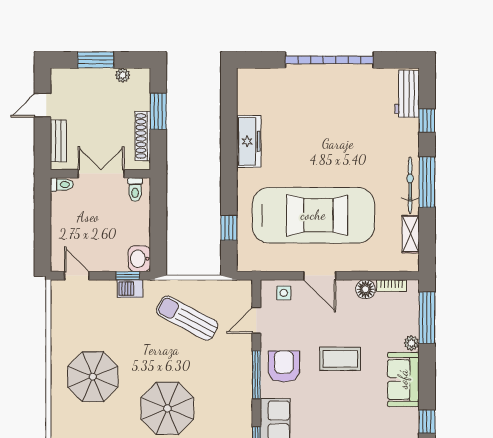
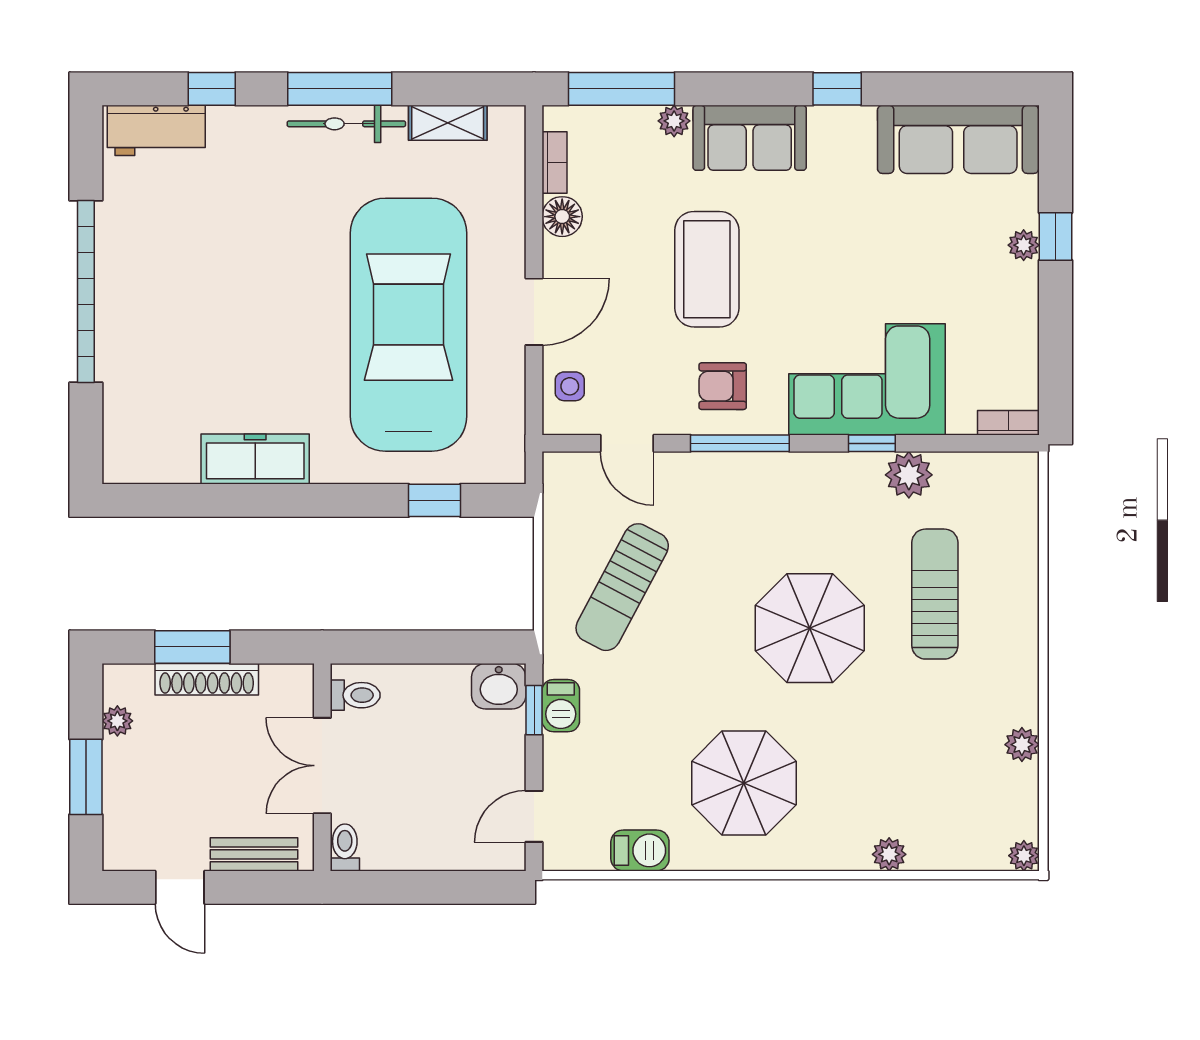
shoe rack: (143, 136) -> (207, 679), moved
barbecue: (60, 327) -> (640, 850), added
coffee table: (340, 359) -> (707, 269), width x1.36, depth x1.32
armchair: (284, 366) -> (723, 386), width x0.72, depth x0.72

